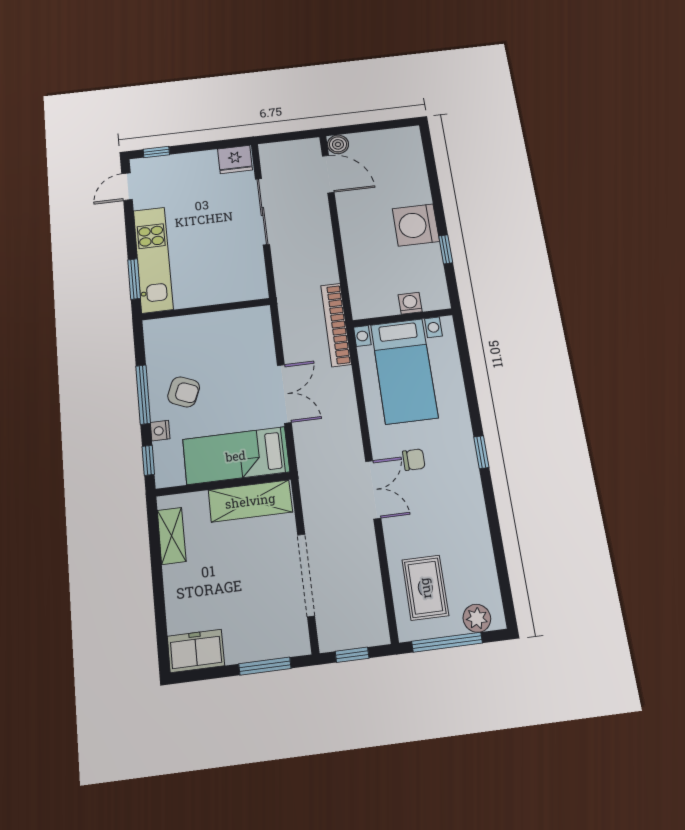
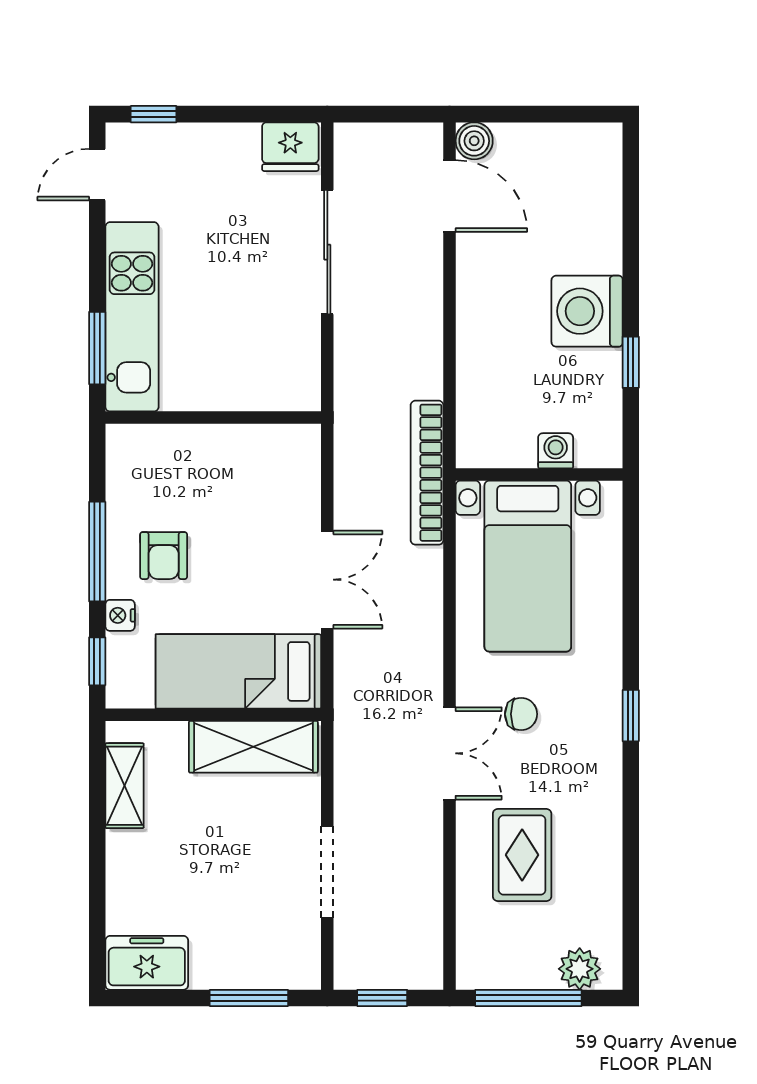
armchair: (184, 392) -> (164, 556), turned 68
doorway: (306, 575) -> (327, 872), width x0.73
rug: (425, 588) -> (522, 855), moved

